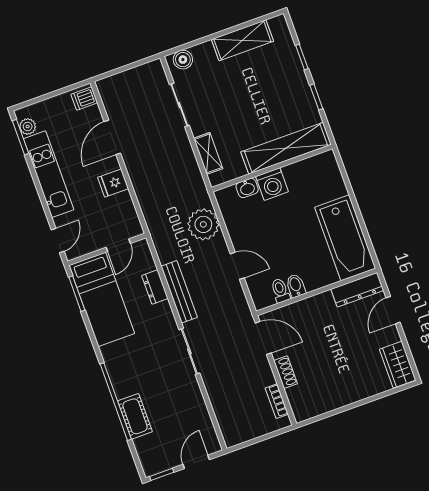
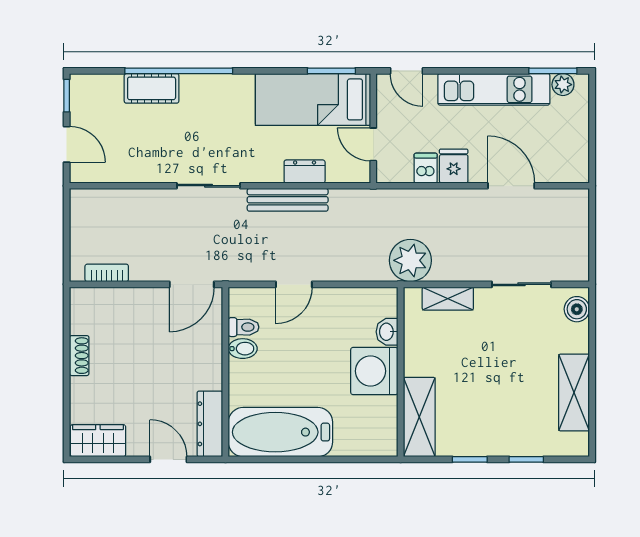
dishwasher: (84, 98) -> (426, 168), moved
shelving: (286, 148) -> (419, 417), width x0.68
washing machine: (272, 184) -> (374, 371), width x1.37, depth x1.37
plant: (203, 224) -> (410, 260), moved
shoe rack: (285, 372) -> (79, 356), moved, turned -90

